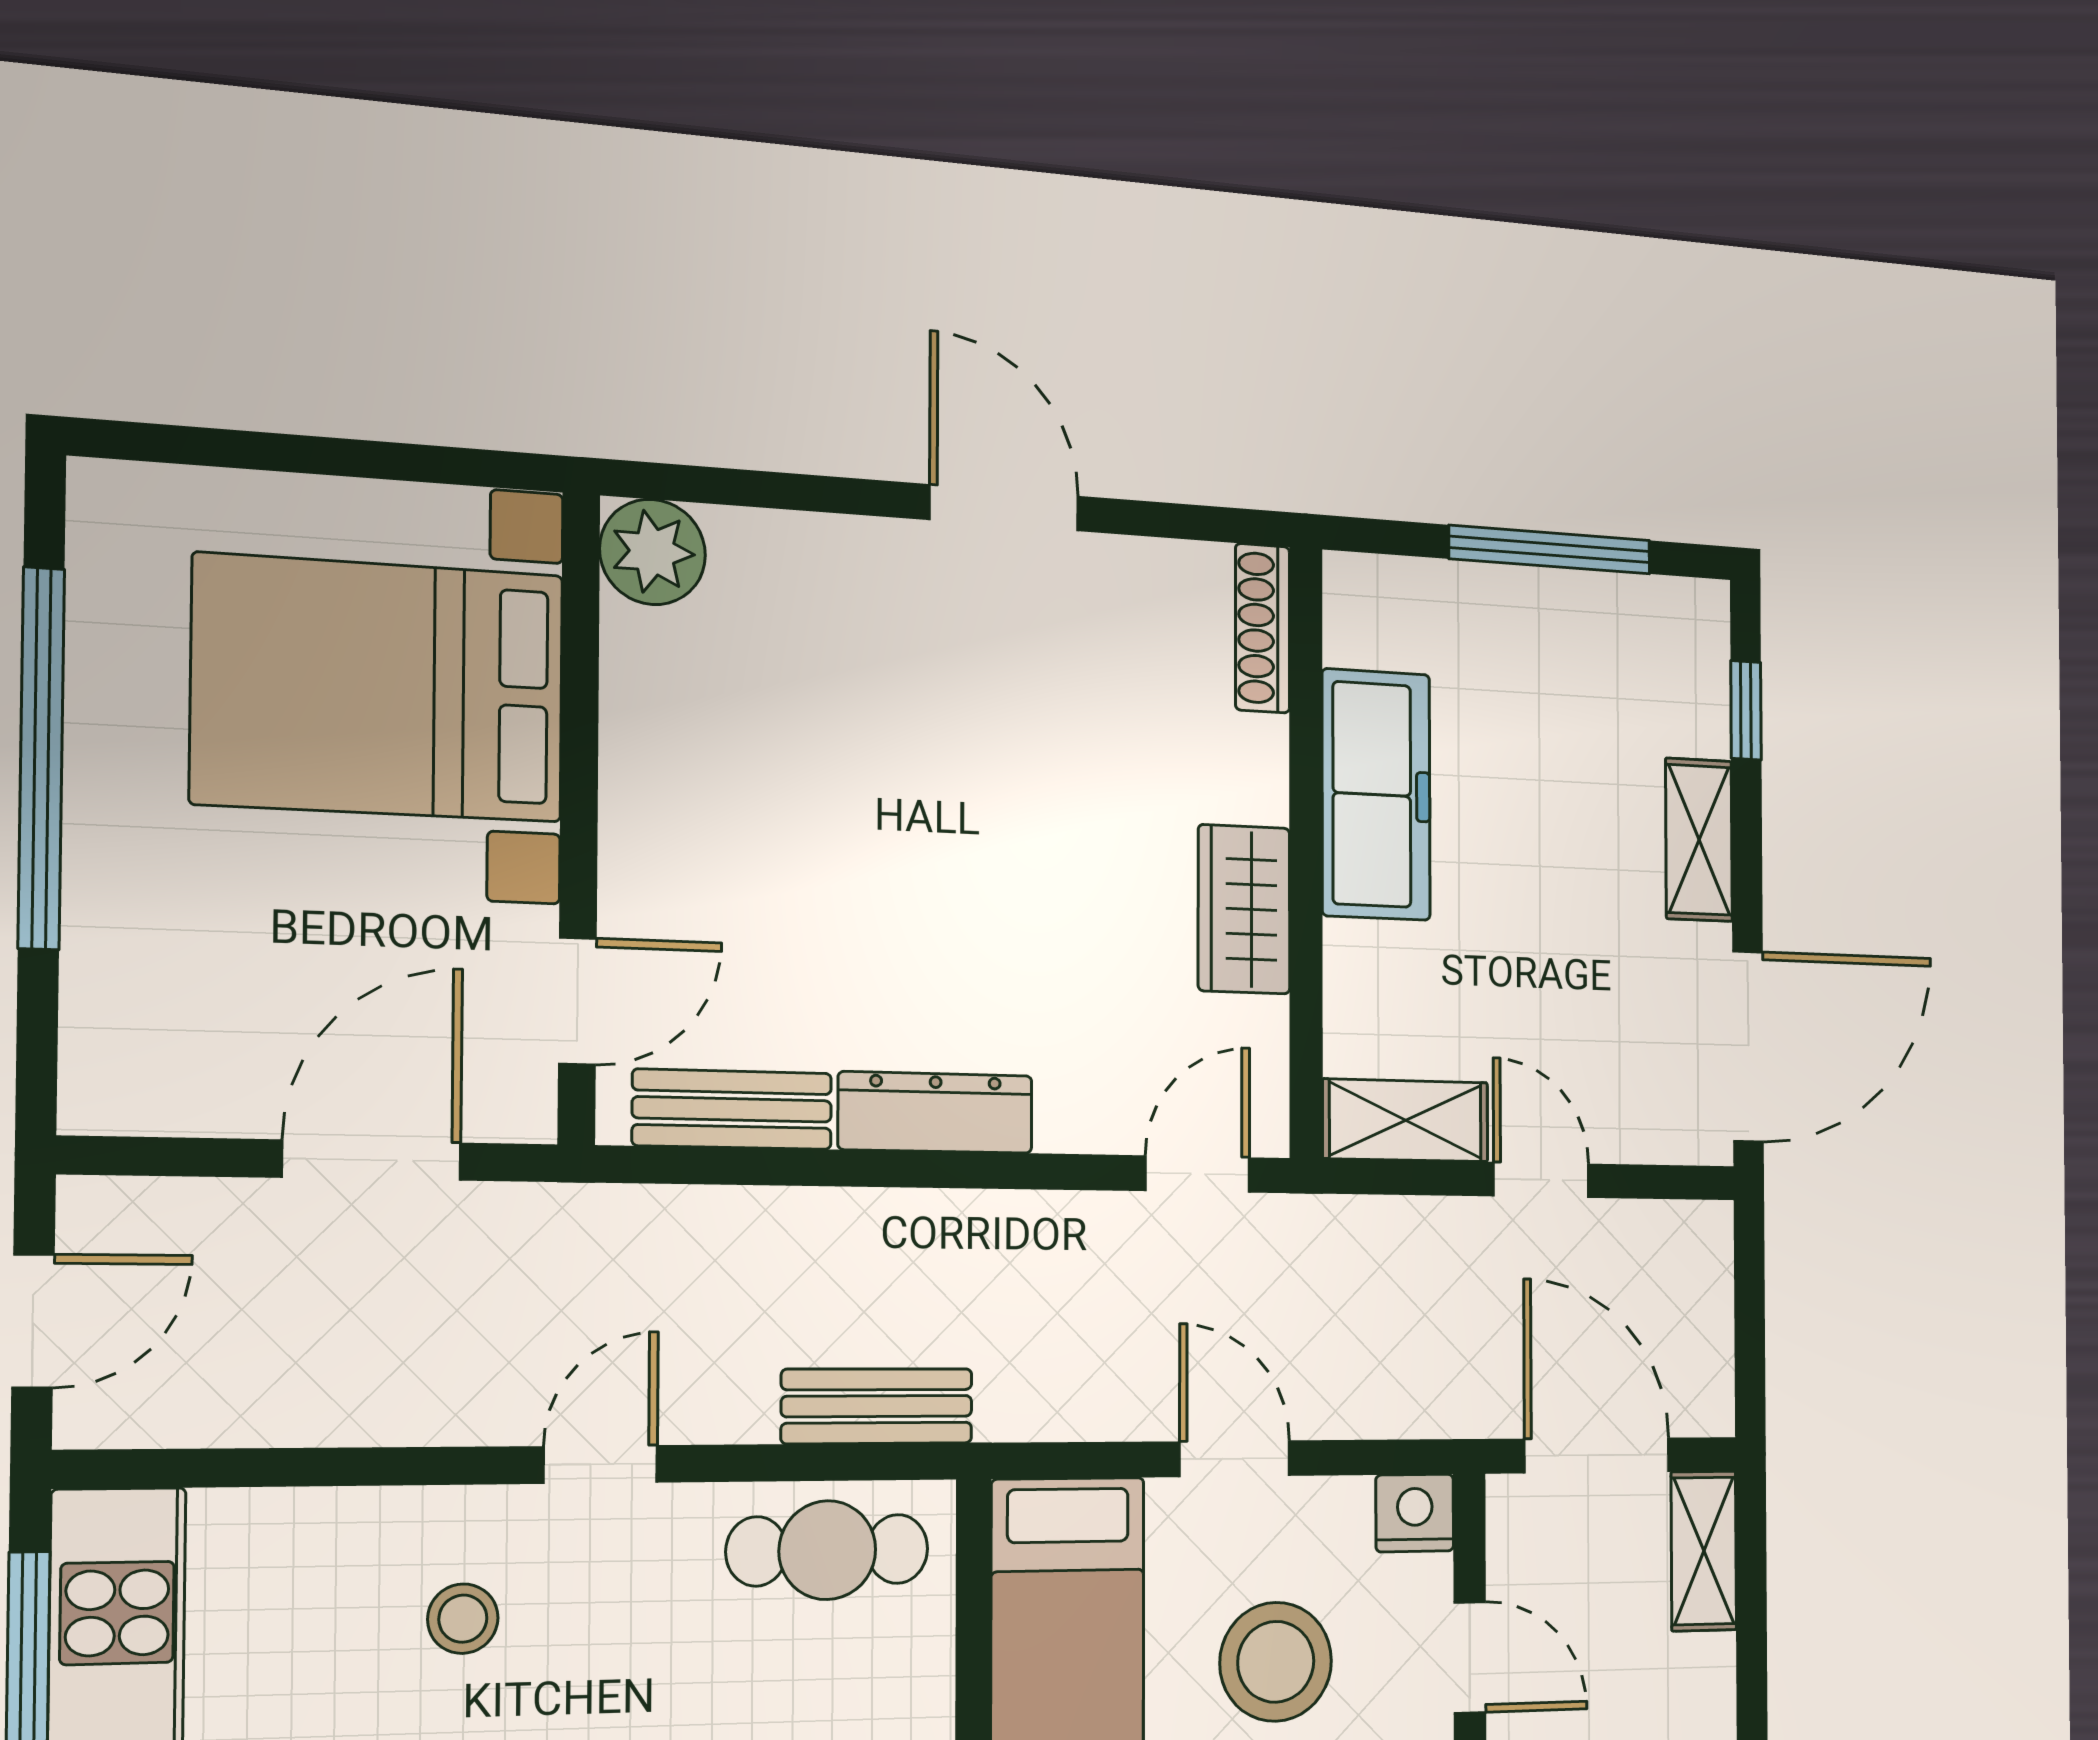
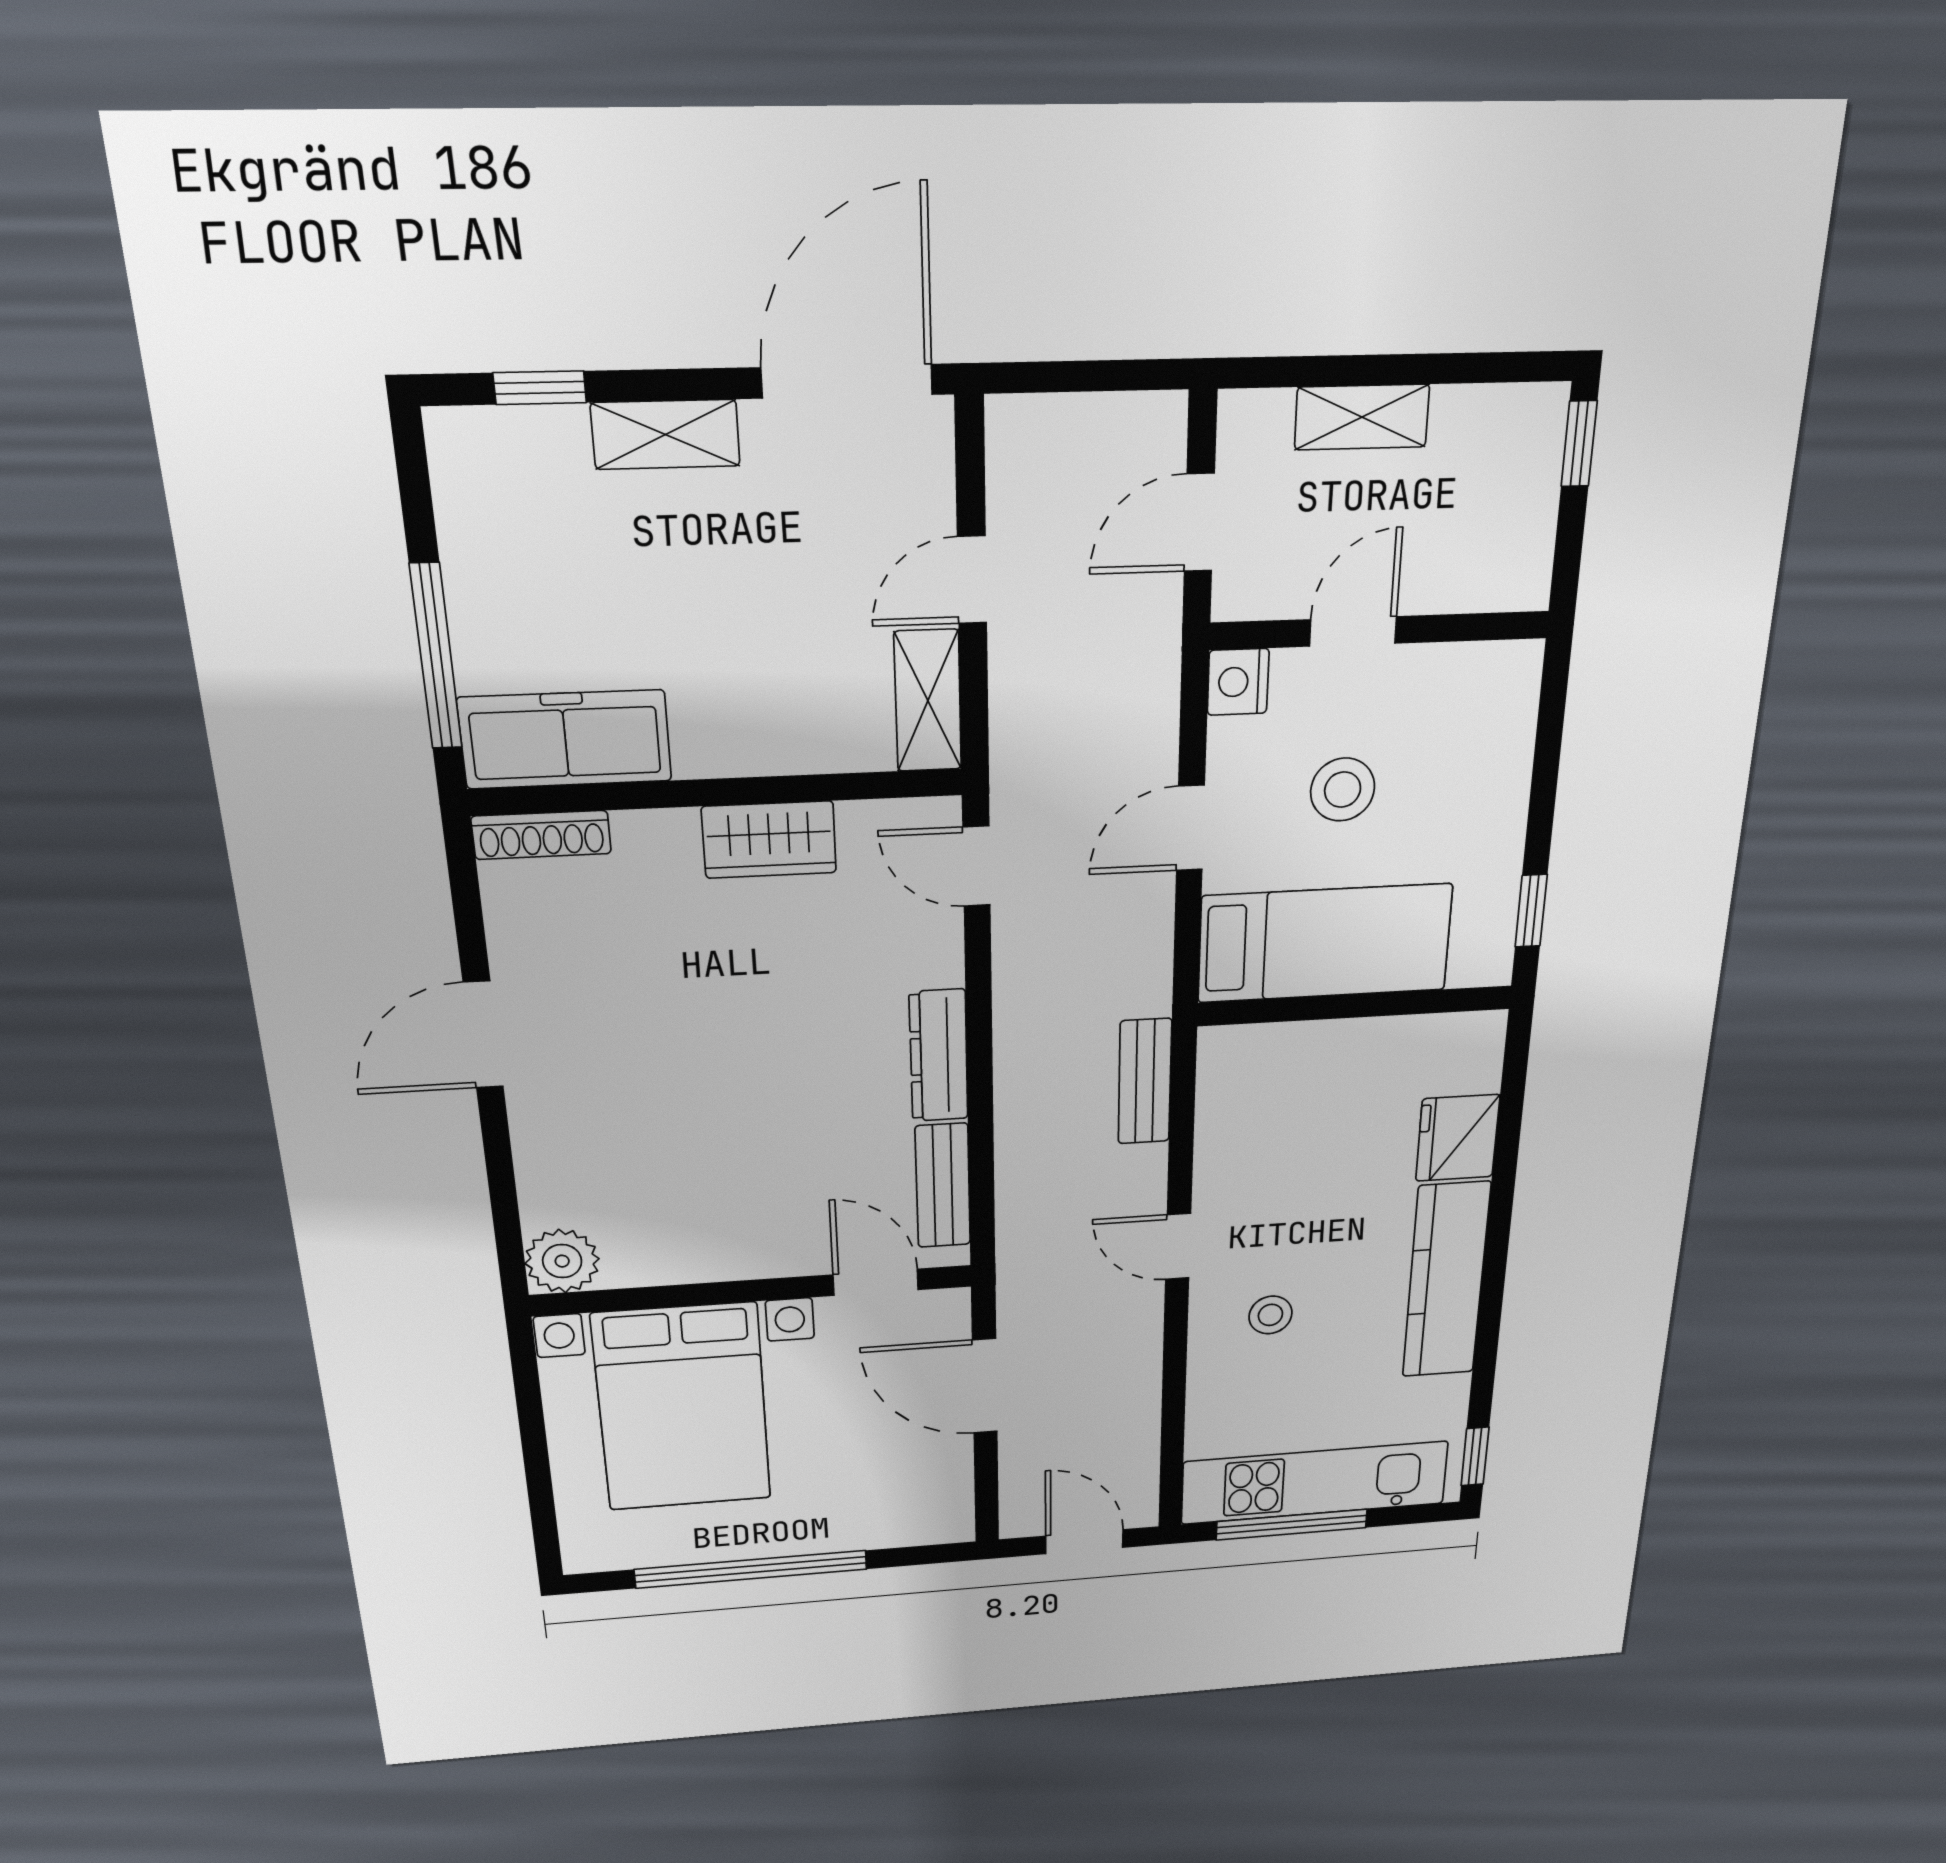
window: (1550, 550) -> (436, 657), moved
freezer: (1376, 795) -> (565, 739), moved
door: (1748, 1046) -> (847, 381), hinge flipped
door: (1597, 1455) -> (1199, 522), width x0.73
cafe table: (827, 1550) -> (1241, 1107), removed
shelving: (1704, 1551) -> (1362, 417), moved
stool: (1276, 1662) -> (1343, 790), width x0.73, depth x0.73

